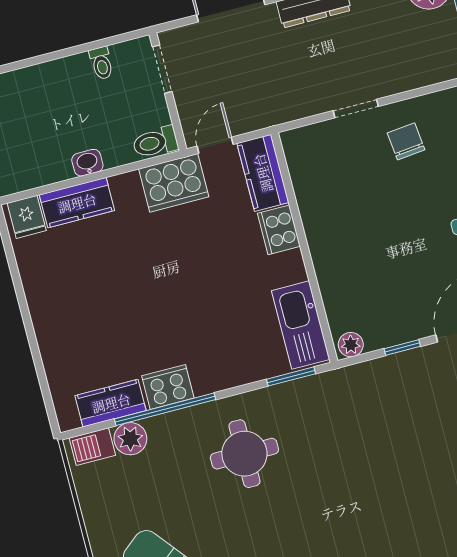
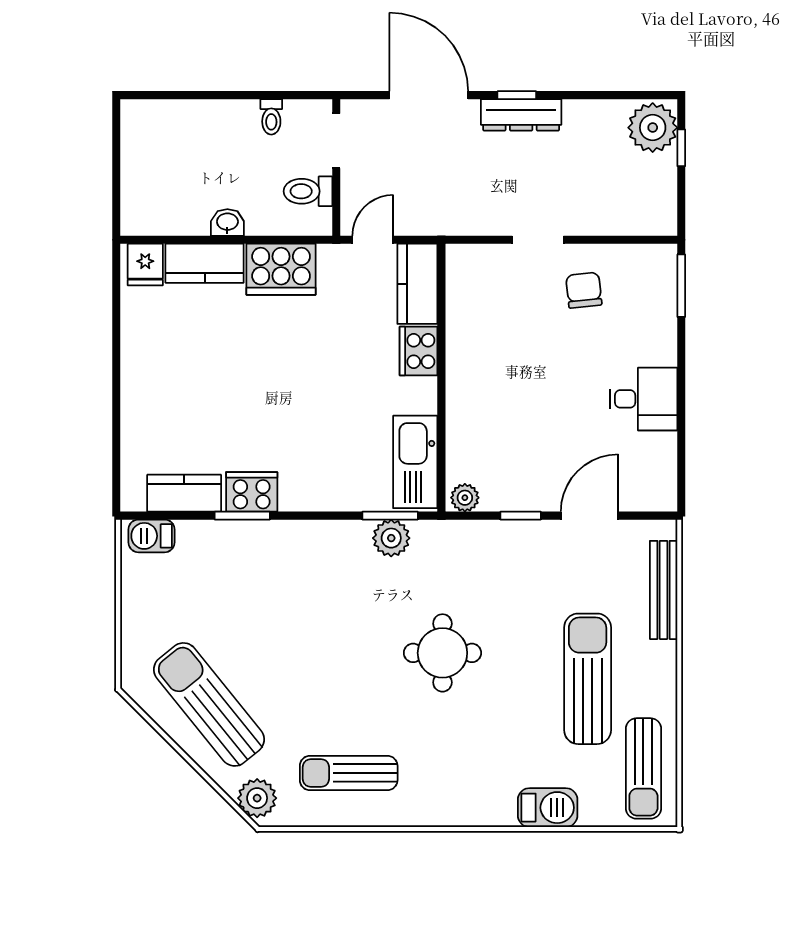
toilet: (155, 142) -> (308, 191), moved
cooker: (174, 183) -> (281, 269), moved
window: (165, 409) -> (242, 516), width x0.47
plant: (130, 439) -> (391, 538), moved
round table: (244, 454) -> (442, 653), moved

